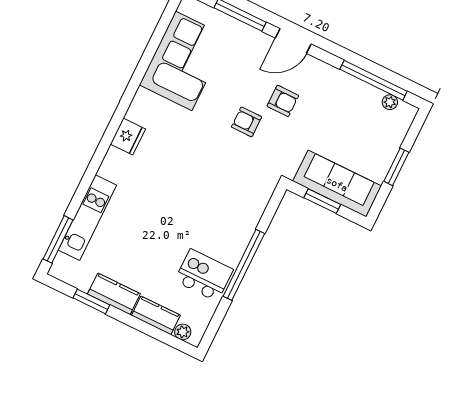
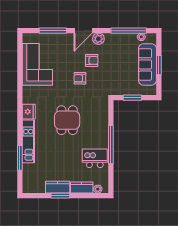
plant: (313, 69) -> (98, 39), added
dining table: (188, 184) -> (67, 120), added
sofa: (337, 184) -> (147, 64), moved, turned -90
kitchen unit: (87, 218) -> (28, 141), moved
window: (58, 239) -> (20, 158), moved
window: (91, 301) -> (60, 196), moved

